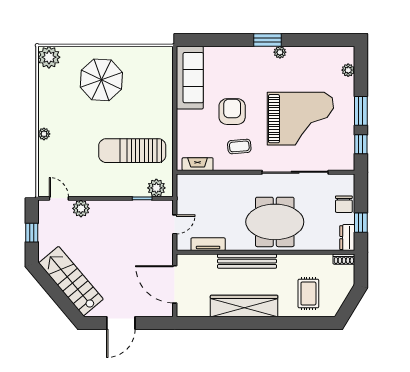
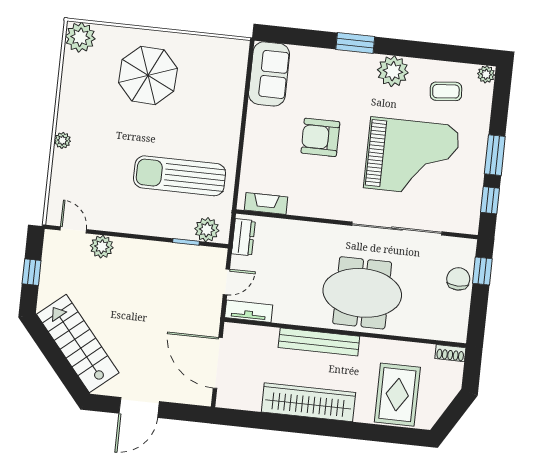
window: (268, 40) -> (355, 43), moved
plant: (280, 52) -> (393, 71), width x1.88, depth x1.88
plant: (348, 70) -> (486, 74), moved
sofa: (190, 78) -> (269, 74), width x0.73
armchair: (232, 112) -> (320, 137), turned -90
coffee table: (239, 146) -> (446, 91), moved
chair: (344, 204) -> (458, 279), turned 180
window: (361, 223) -> (482, 271), moved
dresser: (347, 238) -> (243, 237), moved, turned 180
tv unit: (208, 244) -> (249, 311), moved
rug: (308, 294) -> (397, 395), width x1.36, depth x1.43

